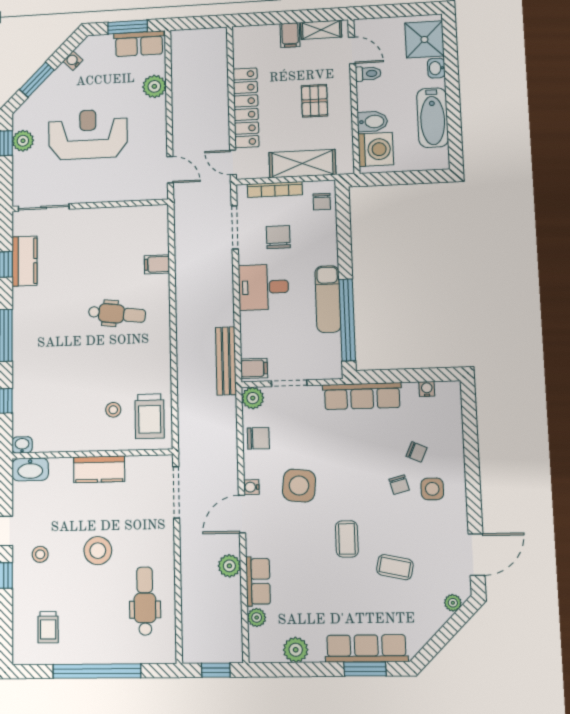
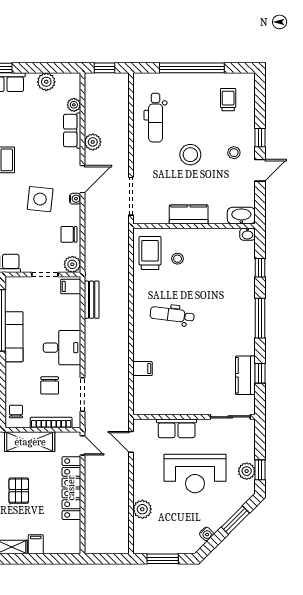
row of seats: (139, 44) -> (177, 428), moved, turned 180
dental chair: (117, 314) -> (172, 315), moved
bench: (226, 361) -> (92, 300), width x0.73

